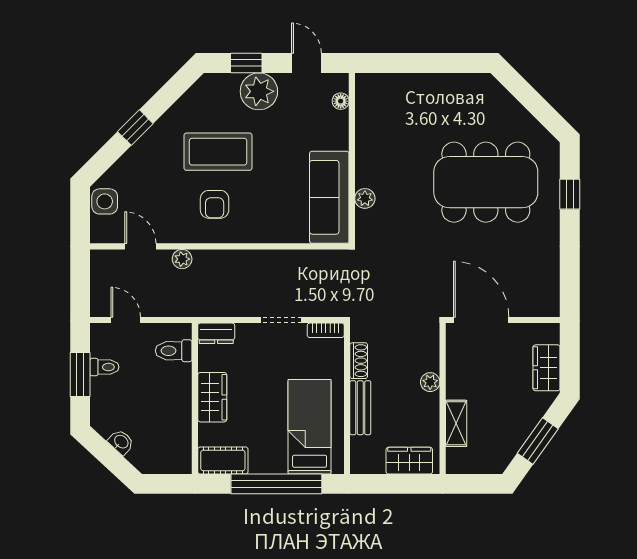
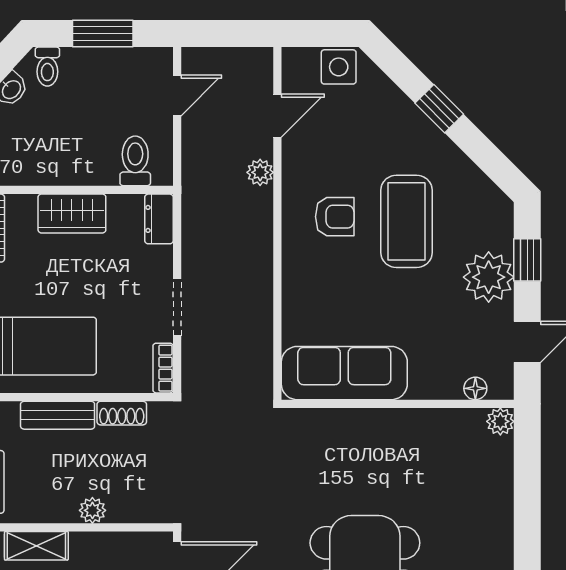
plant: (365, 198) -> (500, 421), moved
armchair: (215, 204) -> (335, 217), turned 180
toilet: (104, 367) -> (47, 67), moved

